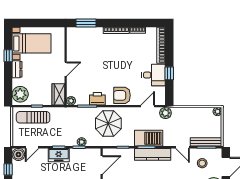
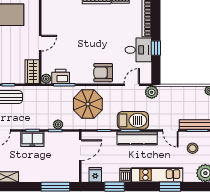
printer: (97, 99) -> (61, 76), moved

